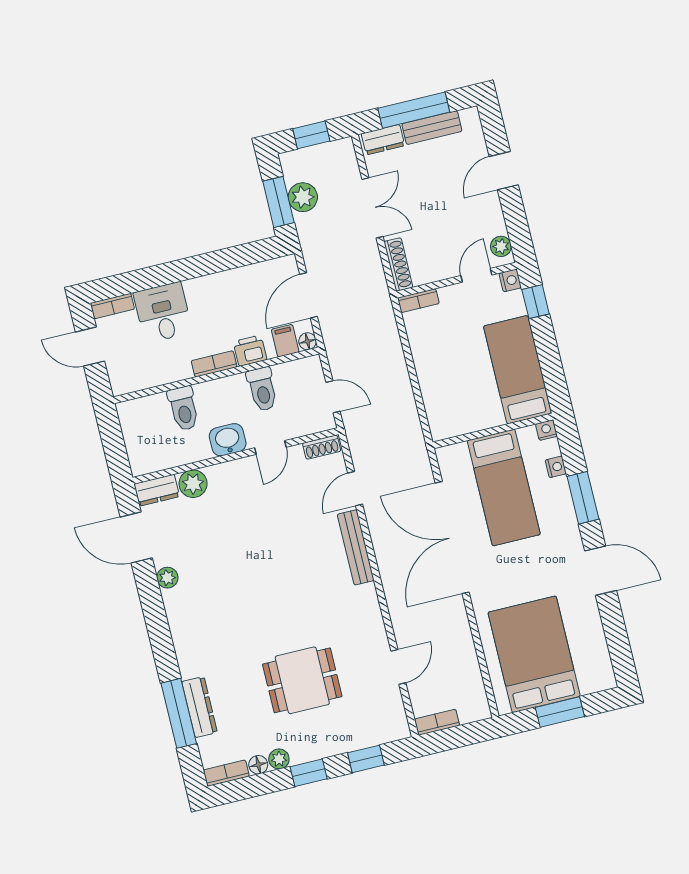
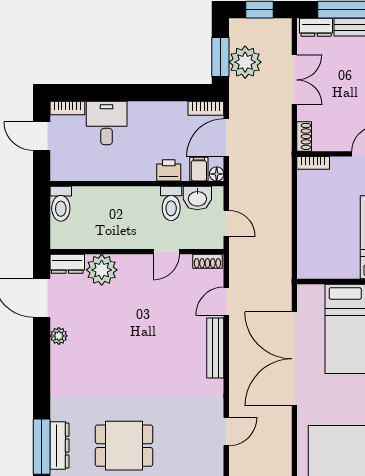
plant: (303, 197) -> (245, 62), width x1.36, depth x1.36
shoe rack: (398, 264) -> (304, 136), width x0.70
bookcase: (214, 364) -> (206, 108), moved, turned 180
toilet: (183, 409) -> (61, 204), moved
washbasin: (228, 440) -> (197, 198), moved, turned 180
plant: (193, 484) -> (102, 270), width x1.36, depth x1.36
door: (398, 667) -> (226, 432), moved
dining table: (302, 680) -> (124, 446), moved

